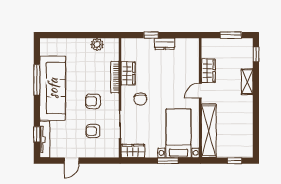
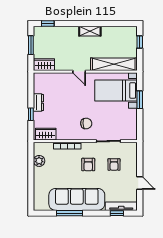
wardrobe: (208, 71) -> (44, 65), moved
wardrobe: (128, 73) -> (46, 134), moved
shelving: (247, 82) -> (90, 31), moved
wardrobe: (133, 151) -> (131, 130), removed

